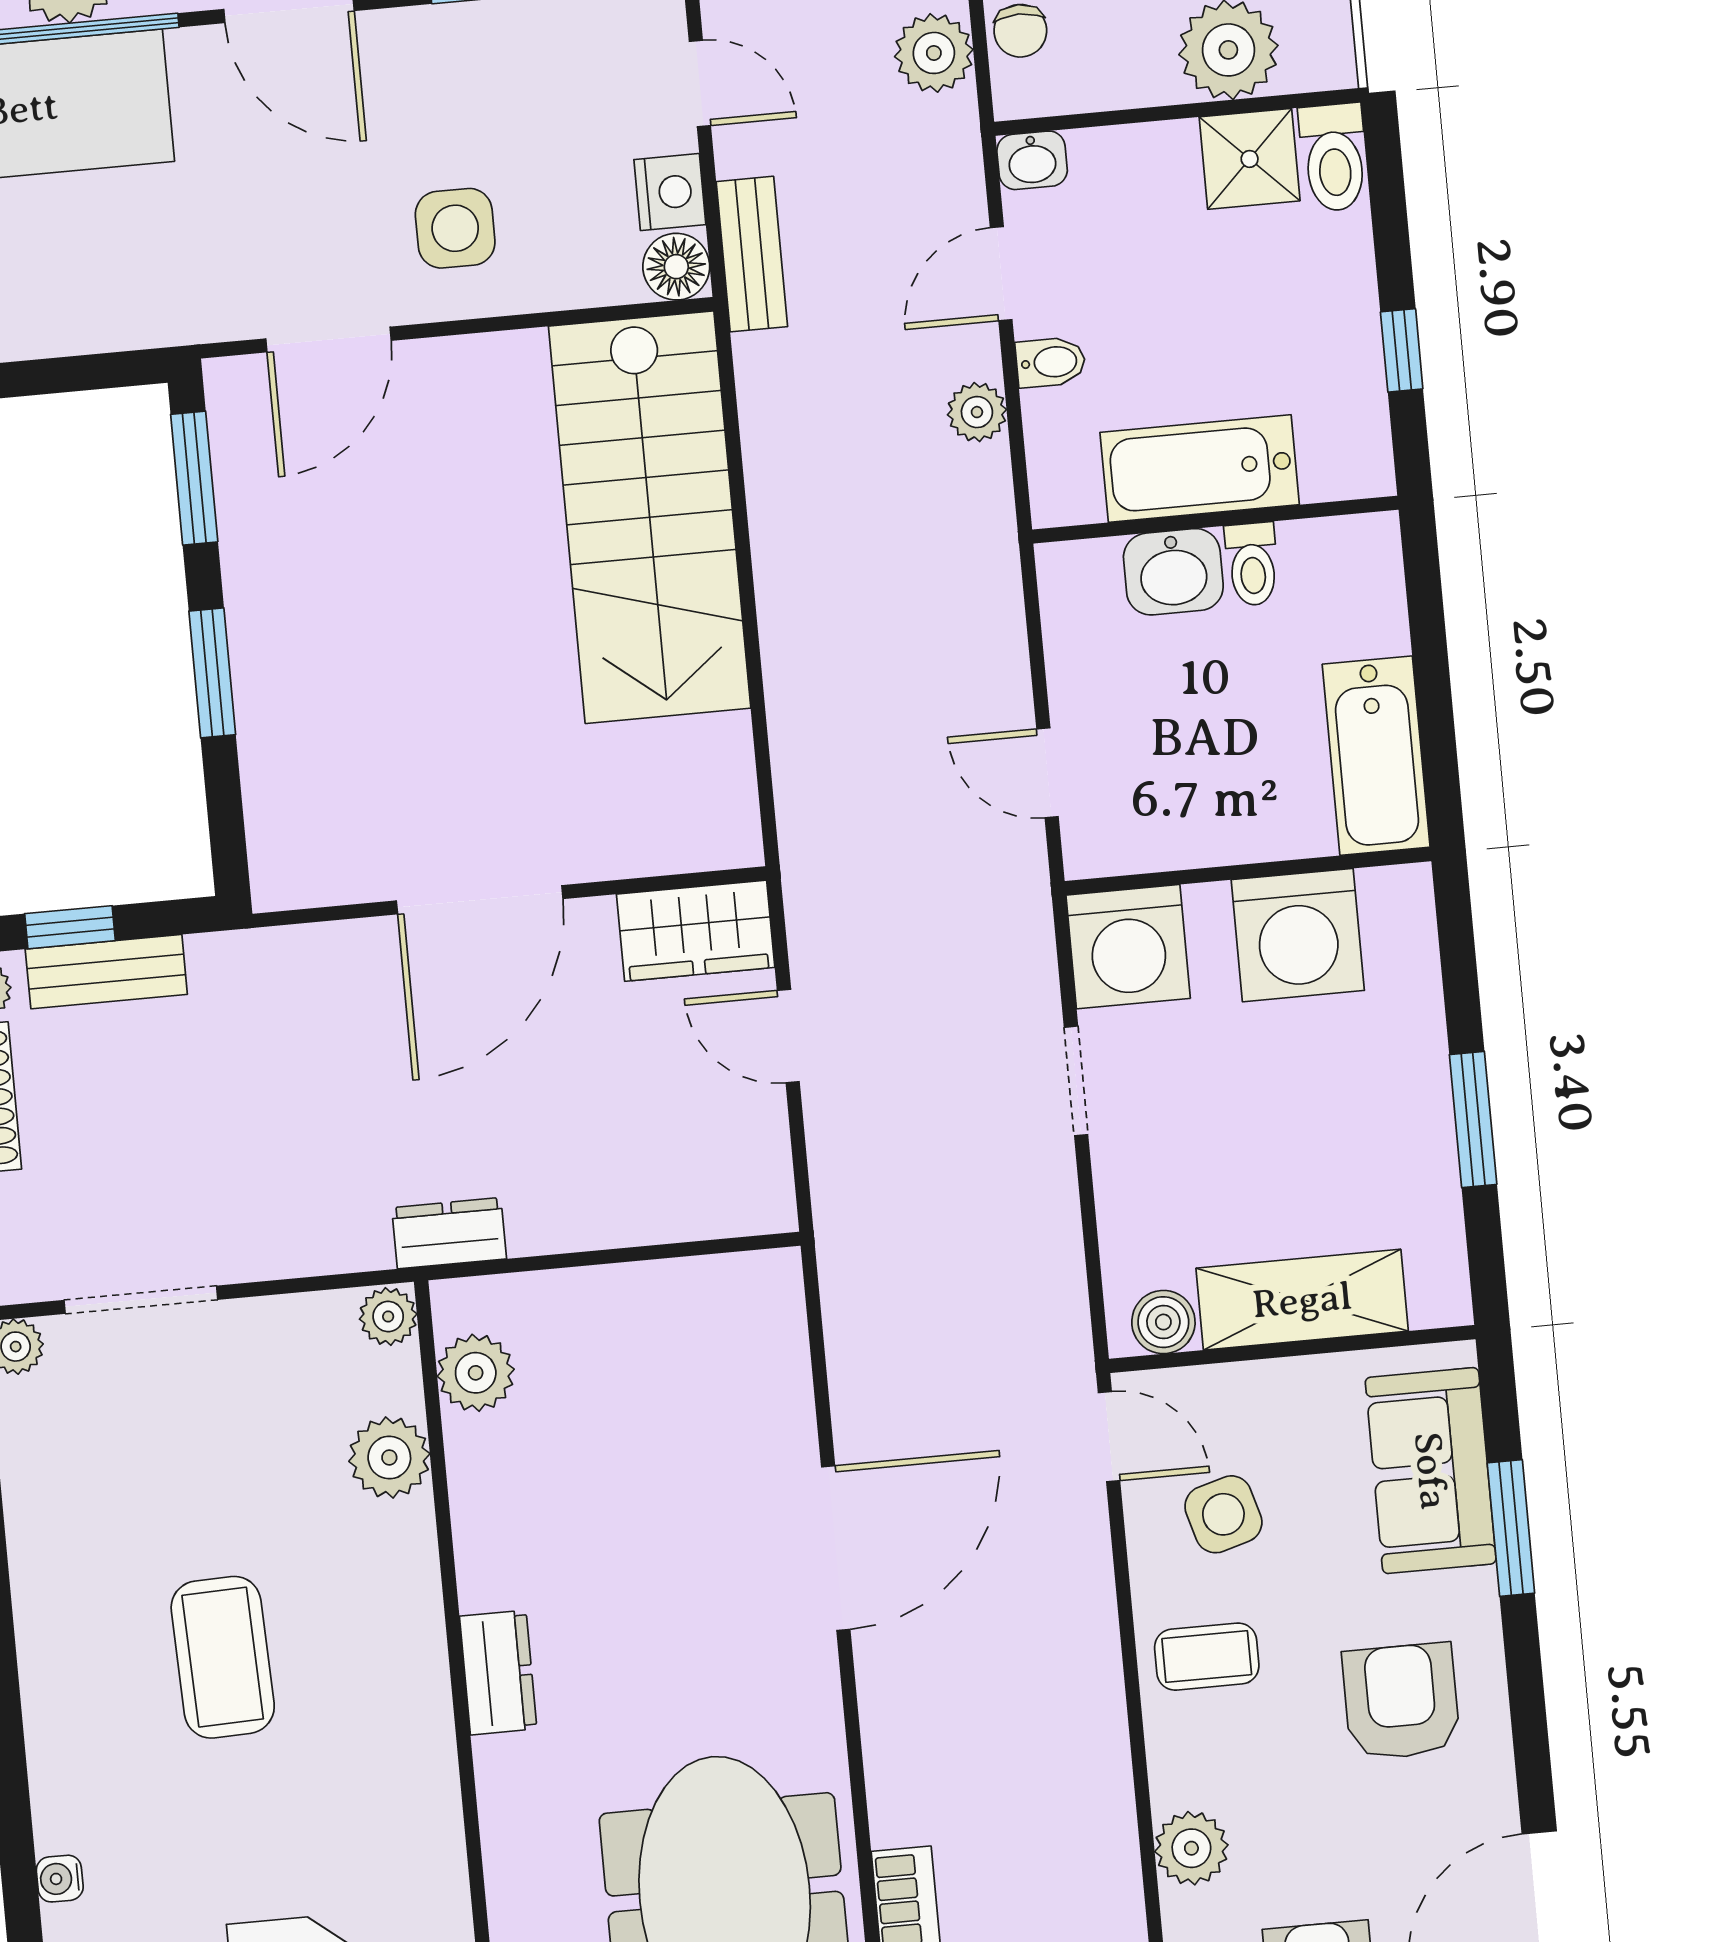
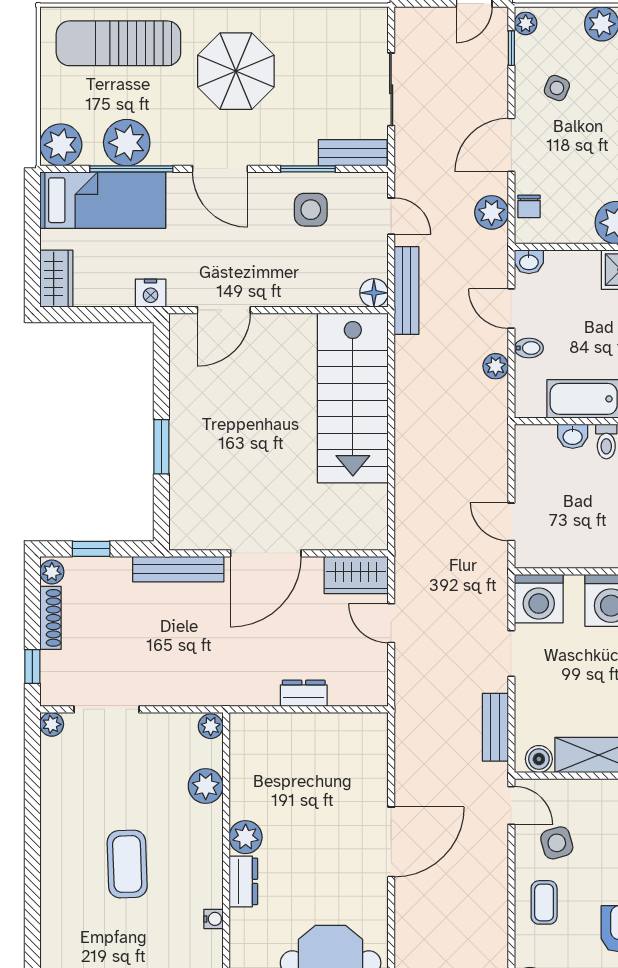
nightstand: (670, 192) -> (151, 293), moved, turned 90
side table: (455, 228) -> (311, 210), moved
bench: (752, 254) -> (406, 290), width x1.36
door: (1001, 274) -> (511, 309), hinge flipped
window: (194, 478) -> (161, 363), removed
washbasin: (1173, 572) -> (573, 436), width x0.72, depth x0.69
bench: (106, 972) -> (178, 569), moved, width x1.36
dresser: (449, 1233) -> (304, 693), moved
bench: (1055, 1257) -> (495, 727), added
plant: (476, 1373) -> (246, 837), moved
coffee table: (1207, 1657) -> (544, 902), turned 90
water cooler: (60, 1879) -> (213, 919), moved, turned 180

